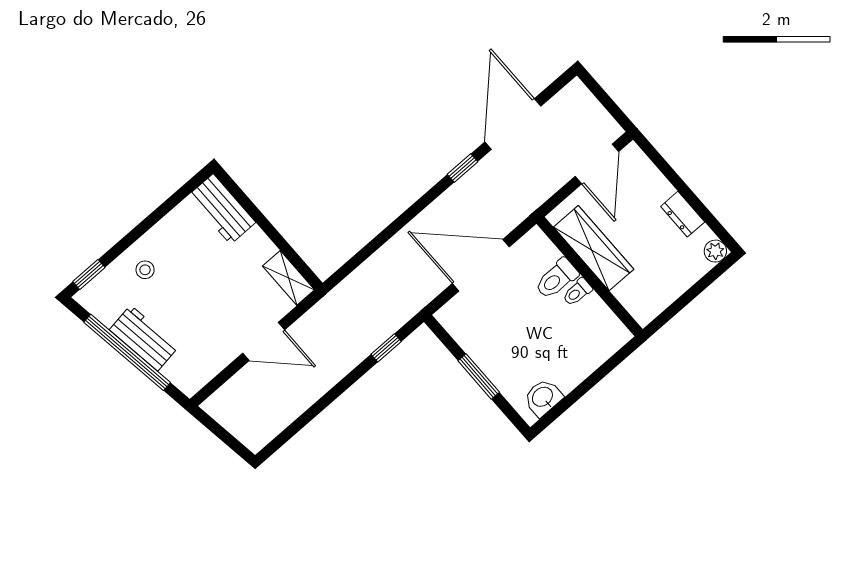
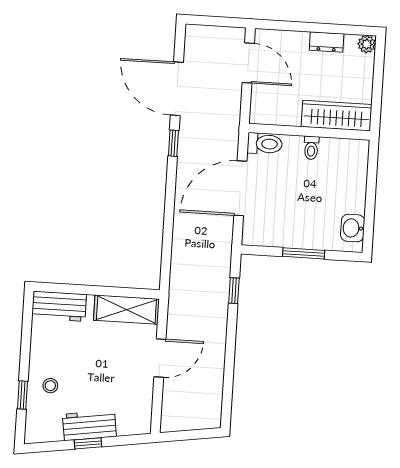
wardrobe: (594, 248) -> (337, 116), moved
window: (89, 275) -> (23, 395), moved
shelving: (289, 278) -> (126, 310), width x1.50, depth x1.33
toilet: (556, 279) -> (265, 144), moved, turned -90
window: (127, 352) -> (88, 443), width x0.32

